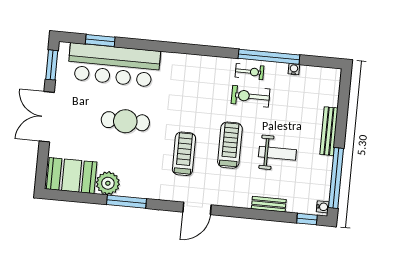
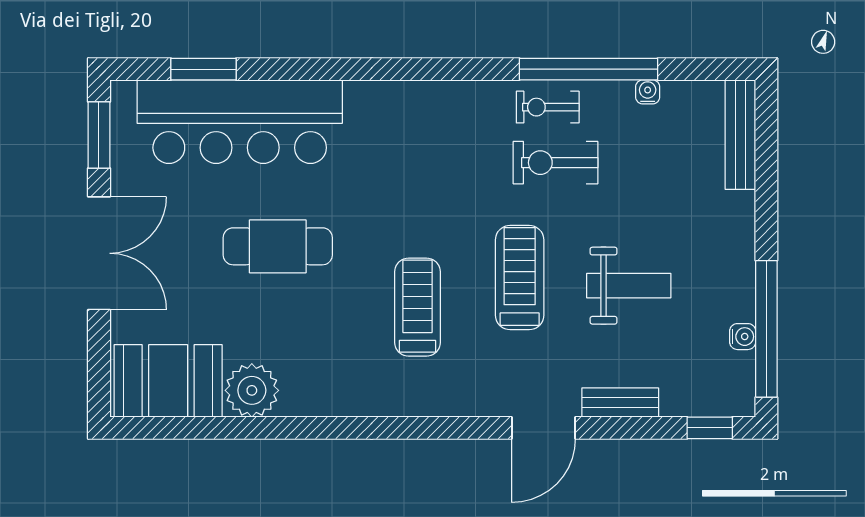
exercise bike: (249, 72) -> (548, 107), turned 180
double door: (47, 117) -> (99, 253), swing flipped
bench: (329, 131) -> (740, 135), moved
window: (126, 202) -> (298, 428), removed
water cooler: (323, 207) -> (743, 337), moved
door: (197, 208) -> (544, 428), moved

